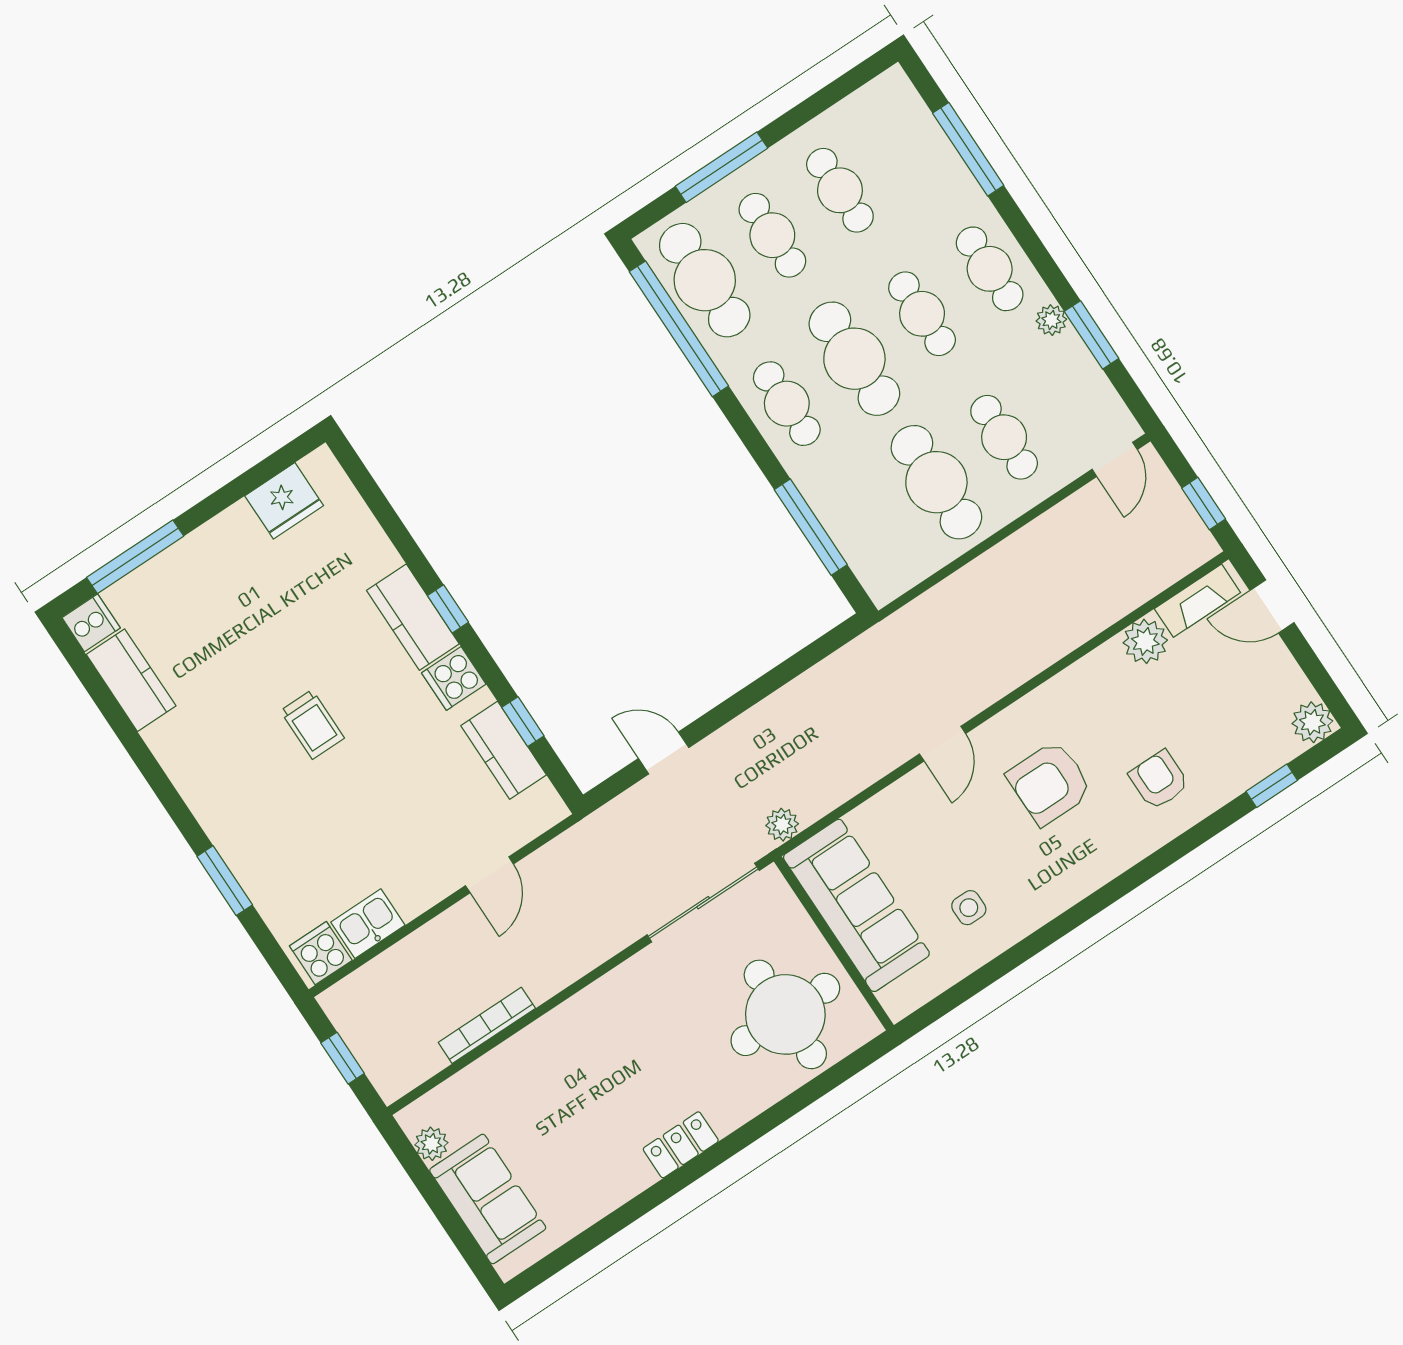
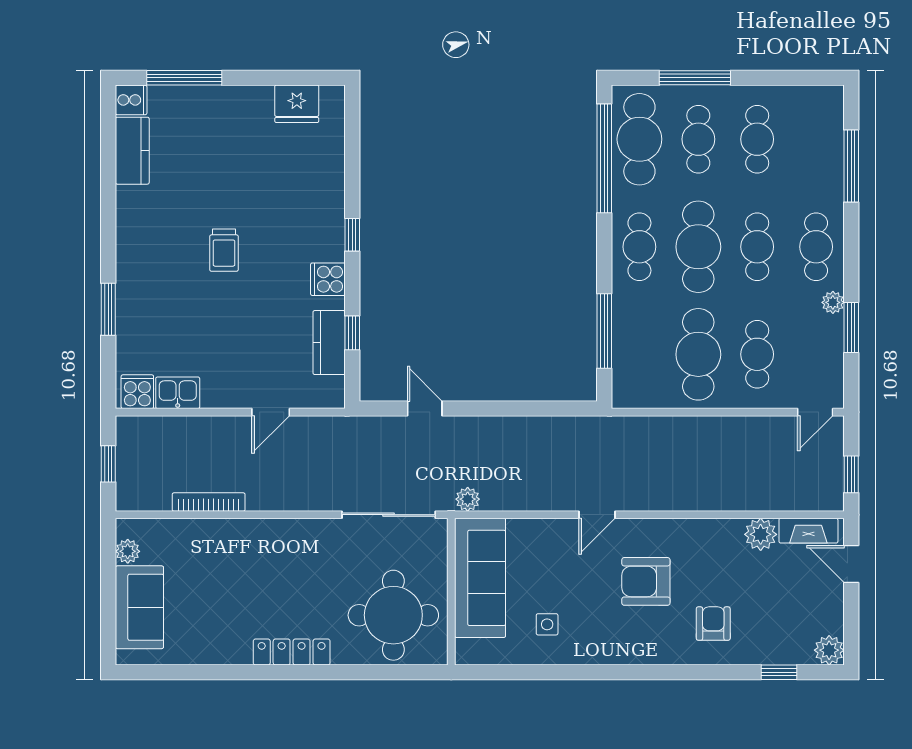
kitchen counter: (413, 617) -> (328, 226), removed
locker: (681, 1145) -> (292, 652), width x1.53

